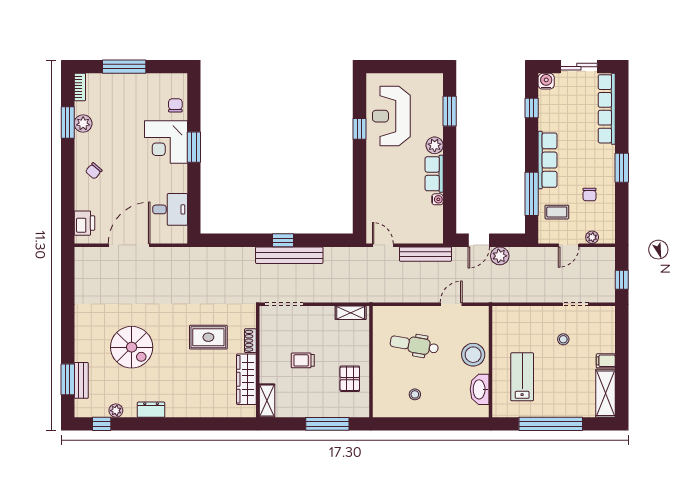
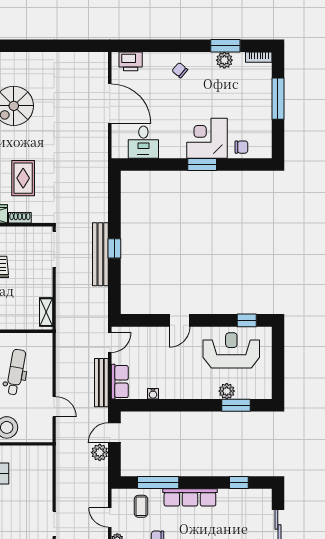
water cooler: (546, 81) -> (264, 496), removed
window: (359, 129) -> (247, 320), moved
plant: (435, 145) -> (227, 391), moved
door: (359, 171) -> (180, 320), added
row of seats: (434, 174) -> (120, 382), moved, turned 90
door: (479, 240) -> (114, 433), hinge flipped
stool: (563, 339) -> (21, 512), removed

